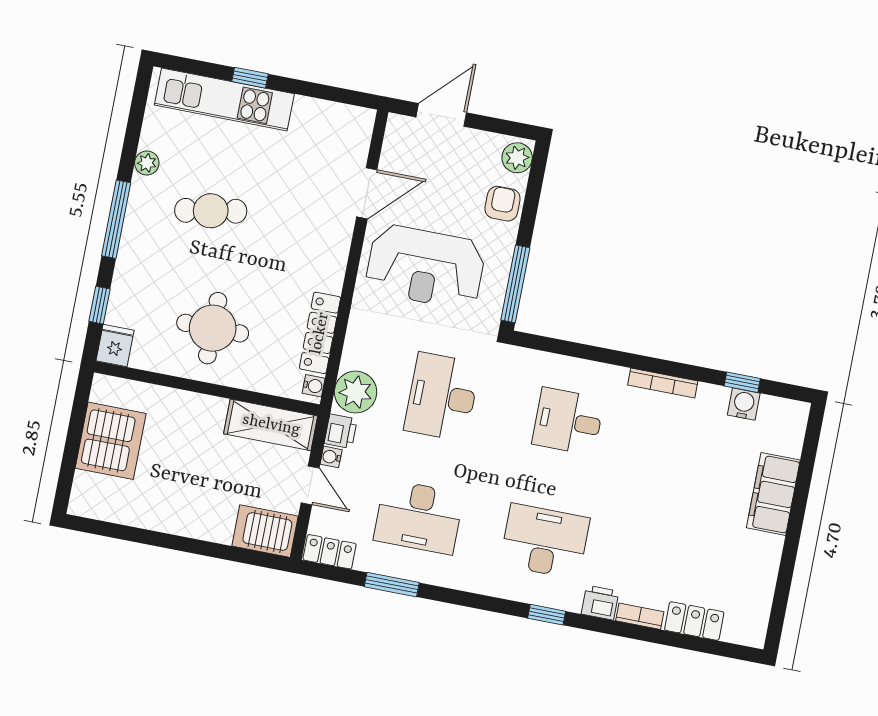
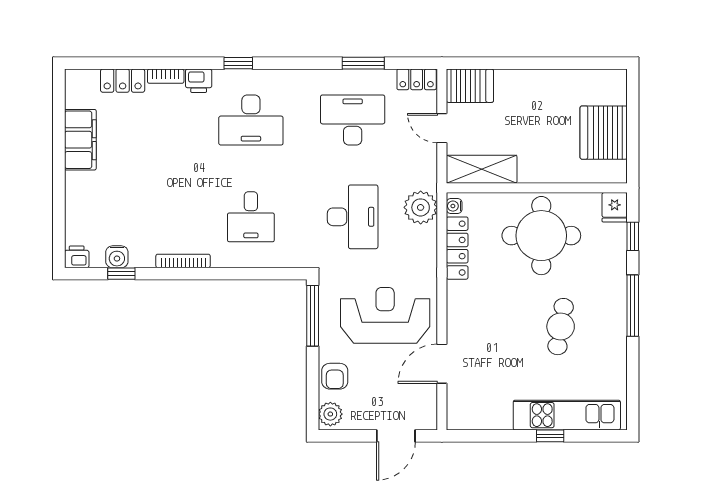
plant: (147, 163) -> (617, 354), removed
cafe table: (211, 211) -> (561, 327), turned -71
round table: (213, 328) -> (541, 236), width x1.36, depth x1.36
desk: (568, 421) -> (251, 217), turned 90
printer: (341, 431) -> (77, 257), moved, turned 90
water cooler: (331, 457) -> (430, 153), removed
filing cabinet: (773, 494) -> (80, 140), moved

